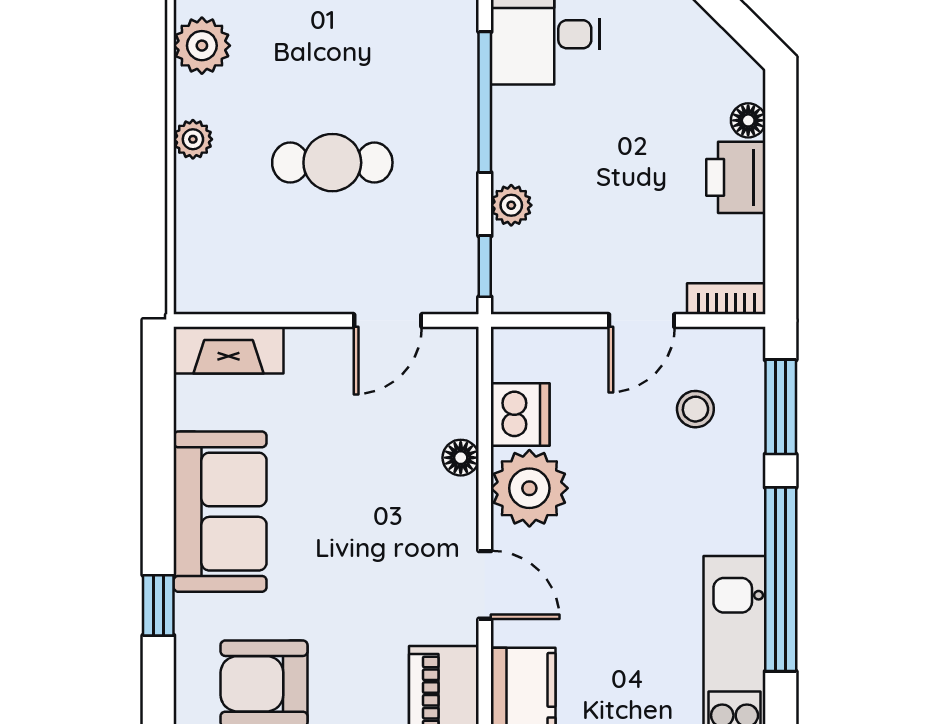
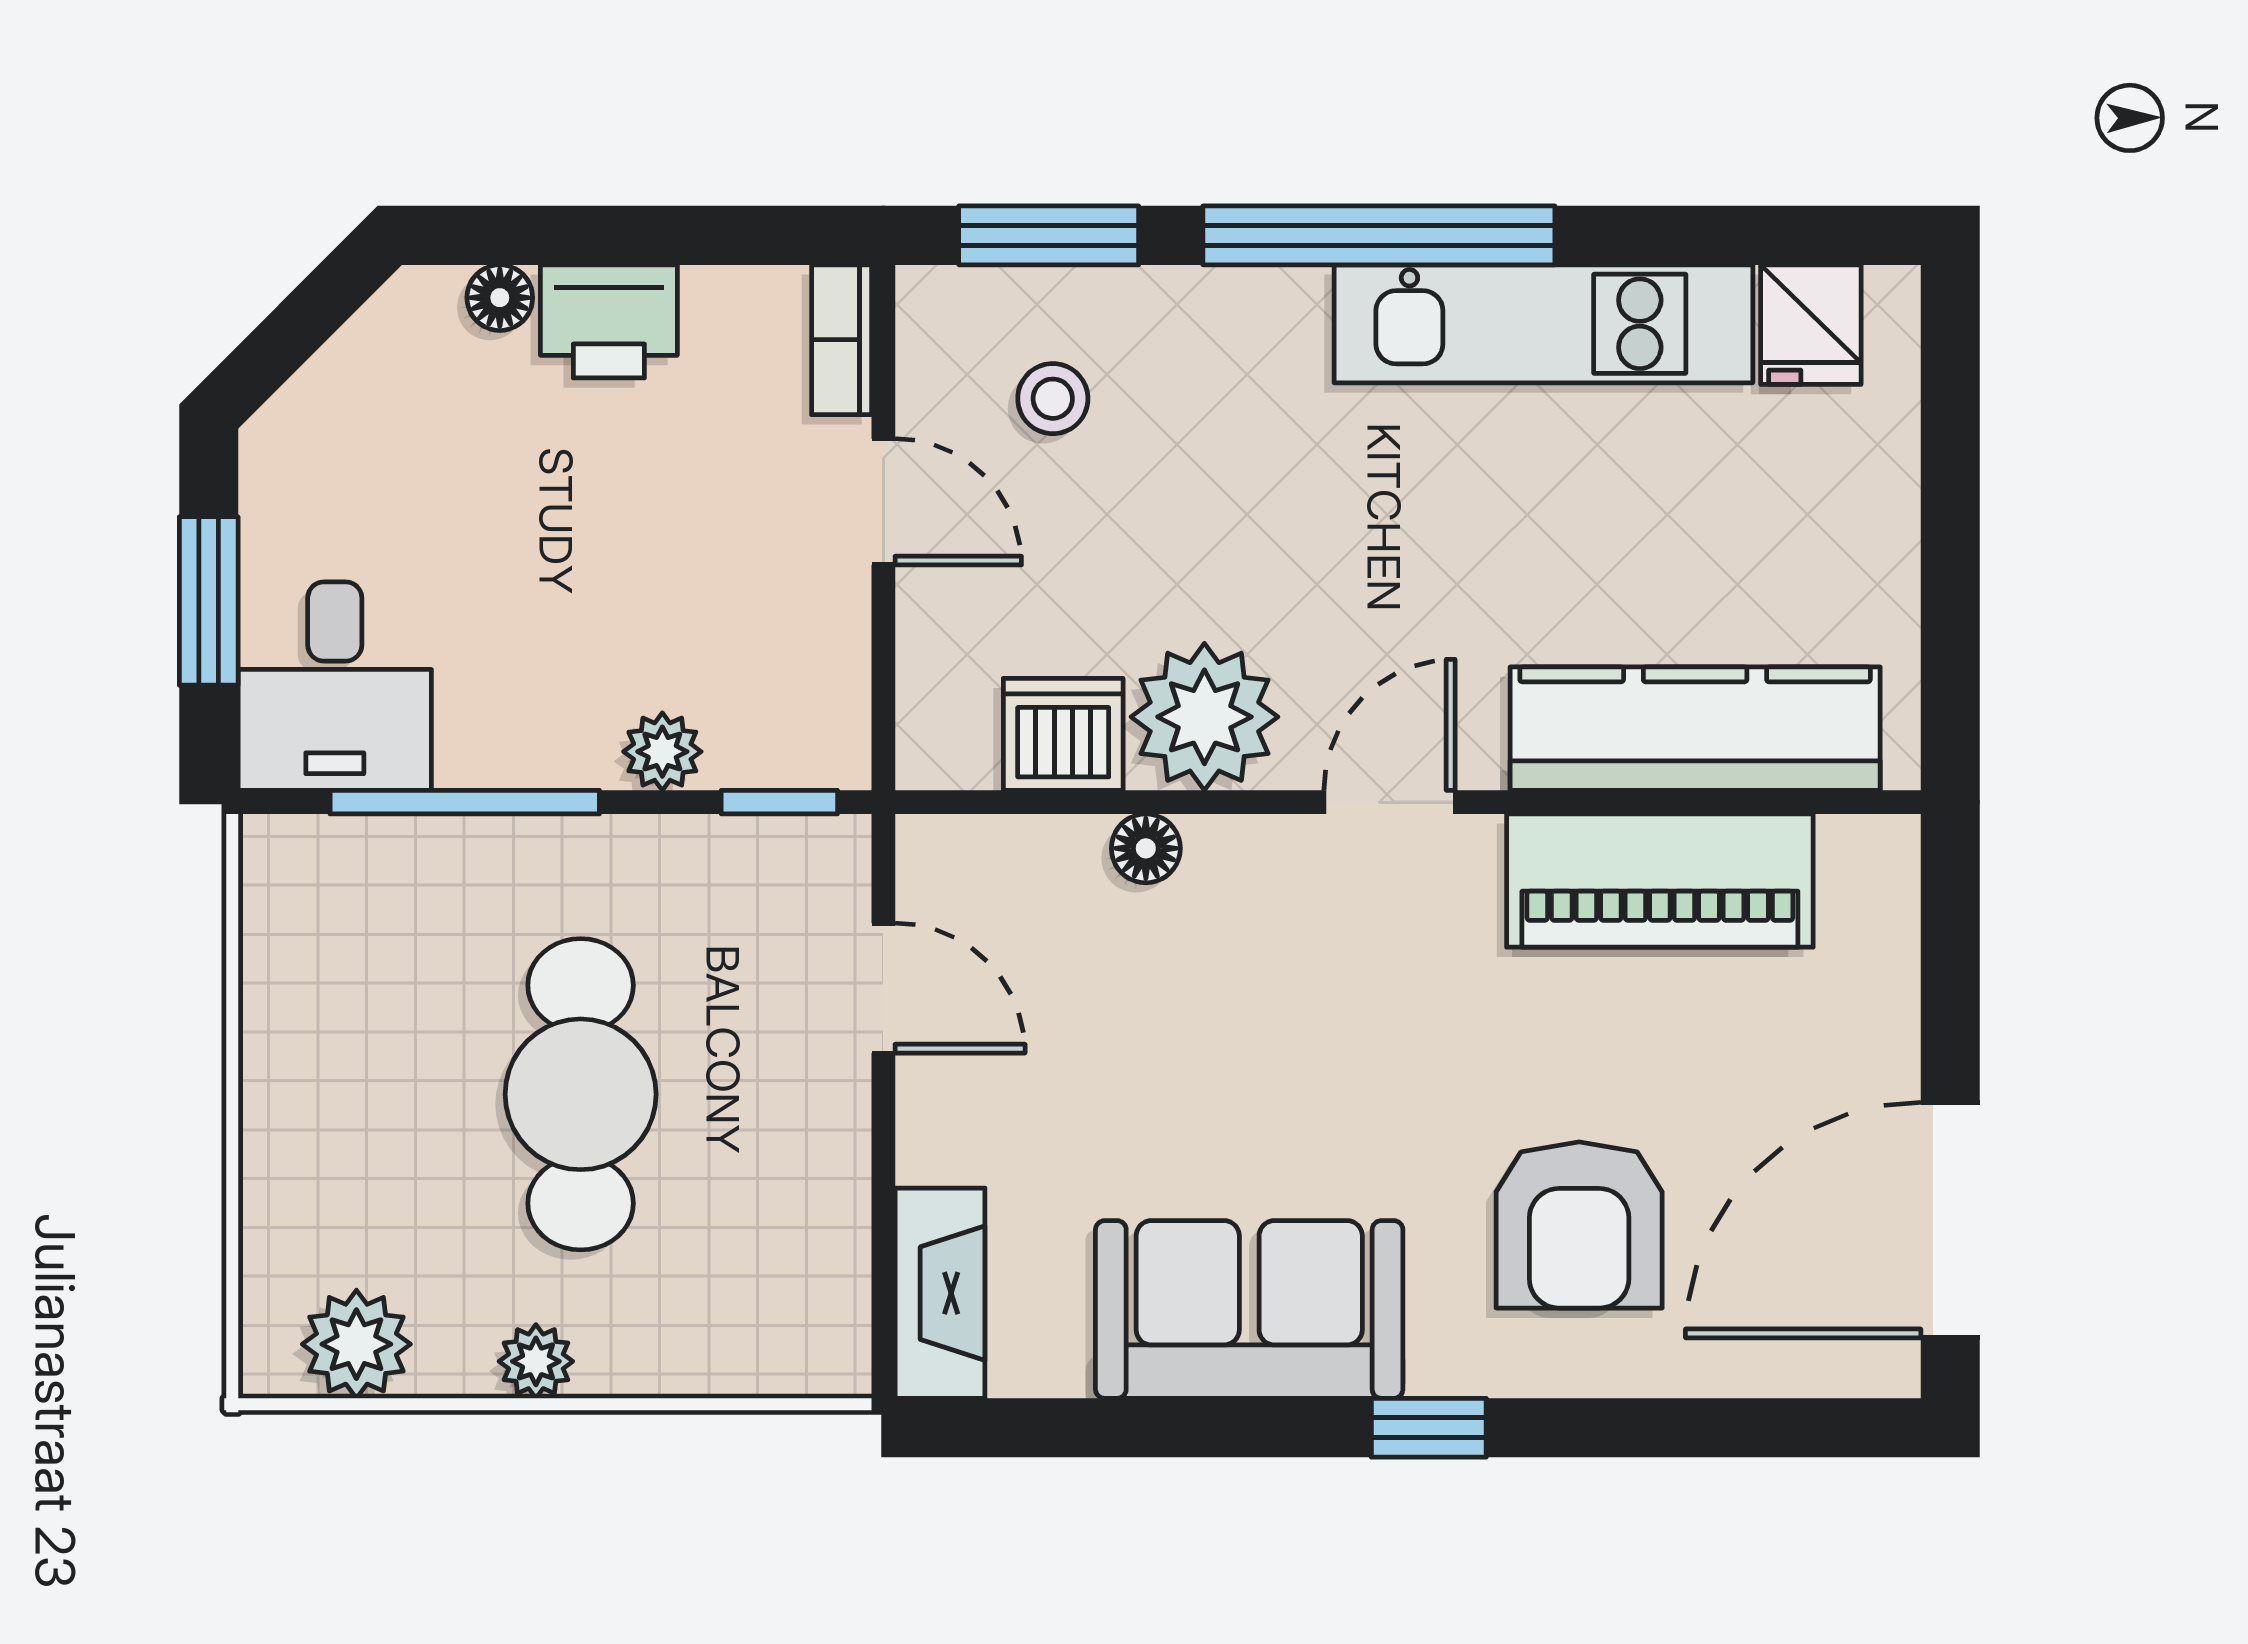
cafe table: (332, 163) -> (581, 1094), width x1.37, depth x1.35

